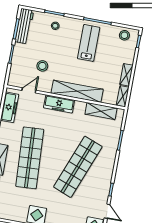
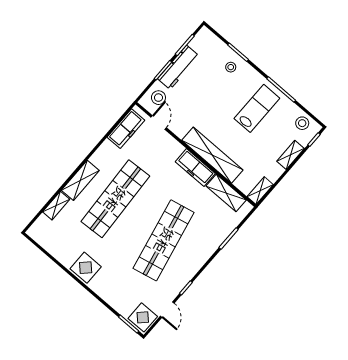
workbench: (24, 26) -> (178, 67), moved
stool: (42, 66) -> (158, 98), moved
shelving: (126, 75) -> (291, 155), moved
door: (29, 90) -> (159, 122), hinge flipped
freezer: (59, 104) -> (195, 168), moved
shop shelf: (78, 167) -> (164, 240), turned -33

